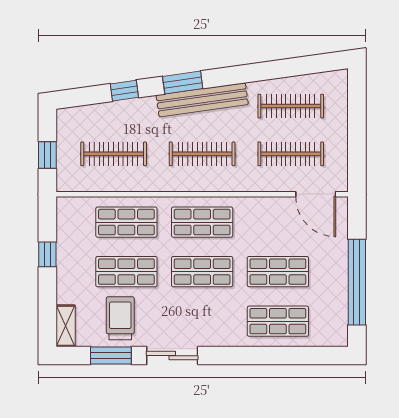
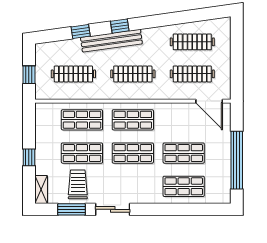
window: (183, 82) -> (120, 26), width x0.67
bench: (202, 100) -> (111, 41), moved
window: (47, 254) -> (29, 157), moved

